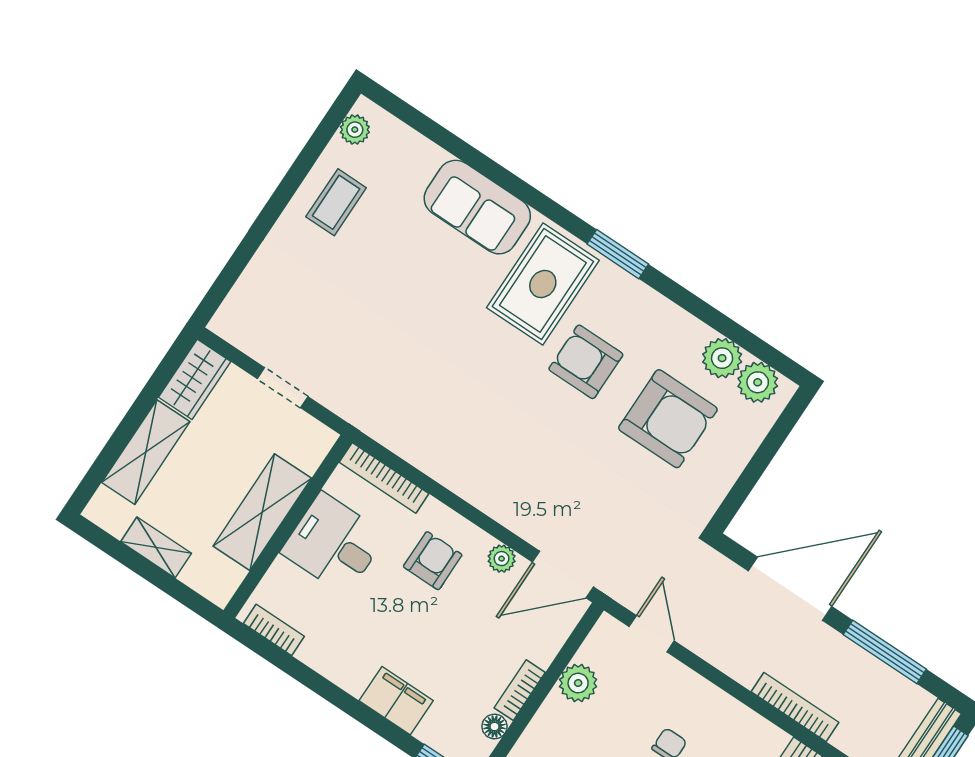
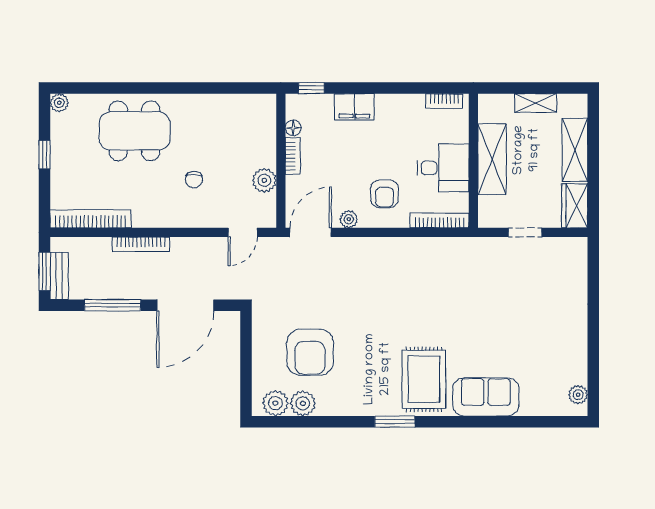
coffee table: (336, 202) -> (562, 350), removed
armchair: (586, 362) -> (374, 353), removed
armchair: (668, 419) -> (310, 352), turned -90
door: (652, 634) -> (243, 232), hinge flipped

